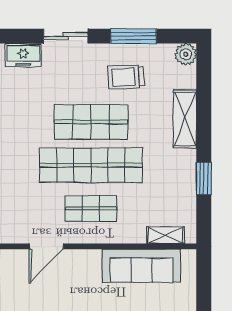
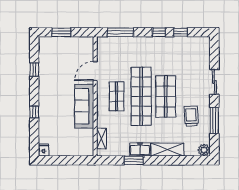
freezer: (23, 55) -> (140, 150), moved, turned 90
door: (46, 246) -> (95, 71), hinge flipped
sofa: (141, 266) -> (84, 106), moved

